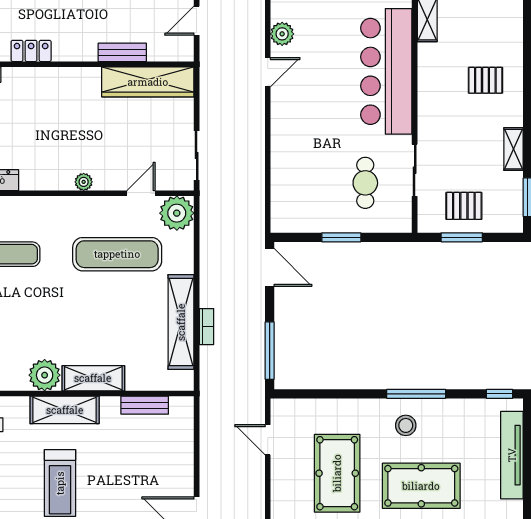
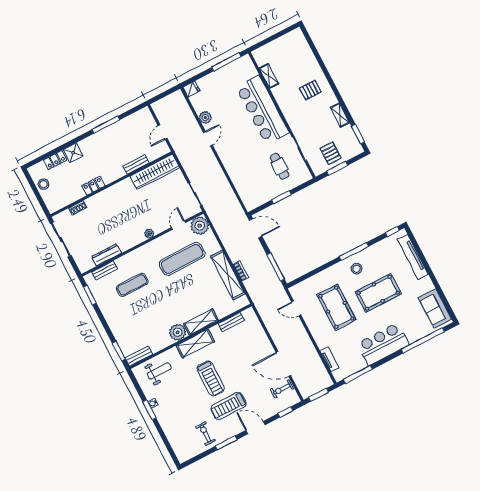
pallet: (464, 206) -> (331, 153), turned 90

